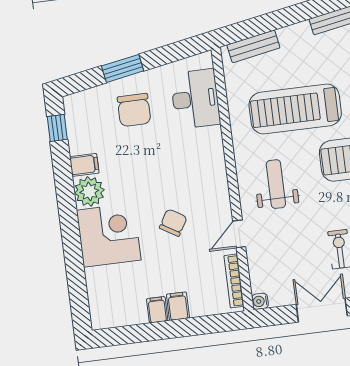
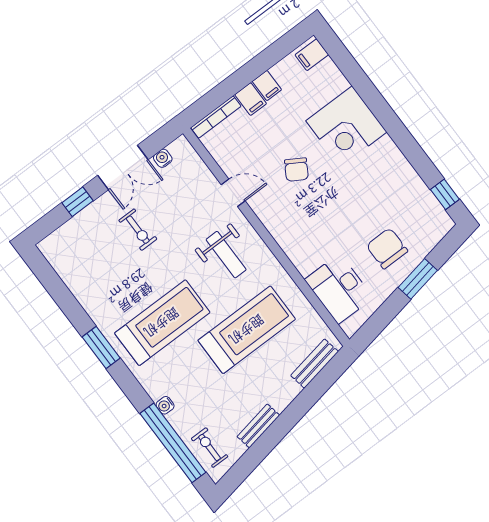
filing cabinet: (84, 165) -> (312, 55), moved
plant: (89, 191) -> (385, 155), removed
door: (239, 234) -> (233, 193), hinge flipped
bookcase: (234, 281) -> (216, 117), moved, turned 90
water cooler: (260, 301) -> (163, 158), moved, turned -90

